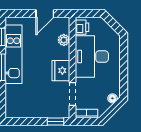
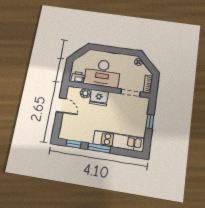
kitchen unit: (13, 54) -> (119, 141), moved
fridge: (61, 71) -> (99, 98), moved
window: (55, 122) -> (150, 122), moved

